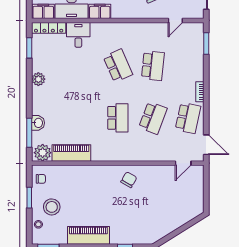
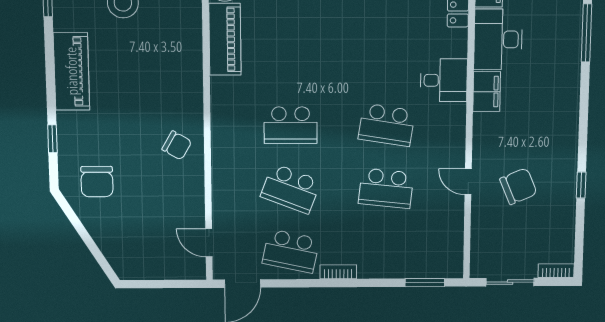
door: (175, 20) -> (468, 182), moved
desk: (78, 35) -> (444, 80), moved
school desk: (118, 66) -> (387, 125), turned 33
chair: (149, 223) -> (97, 182), added

